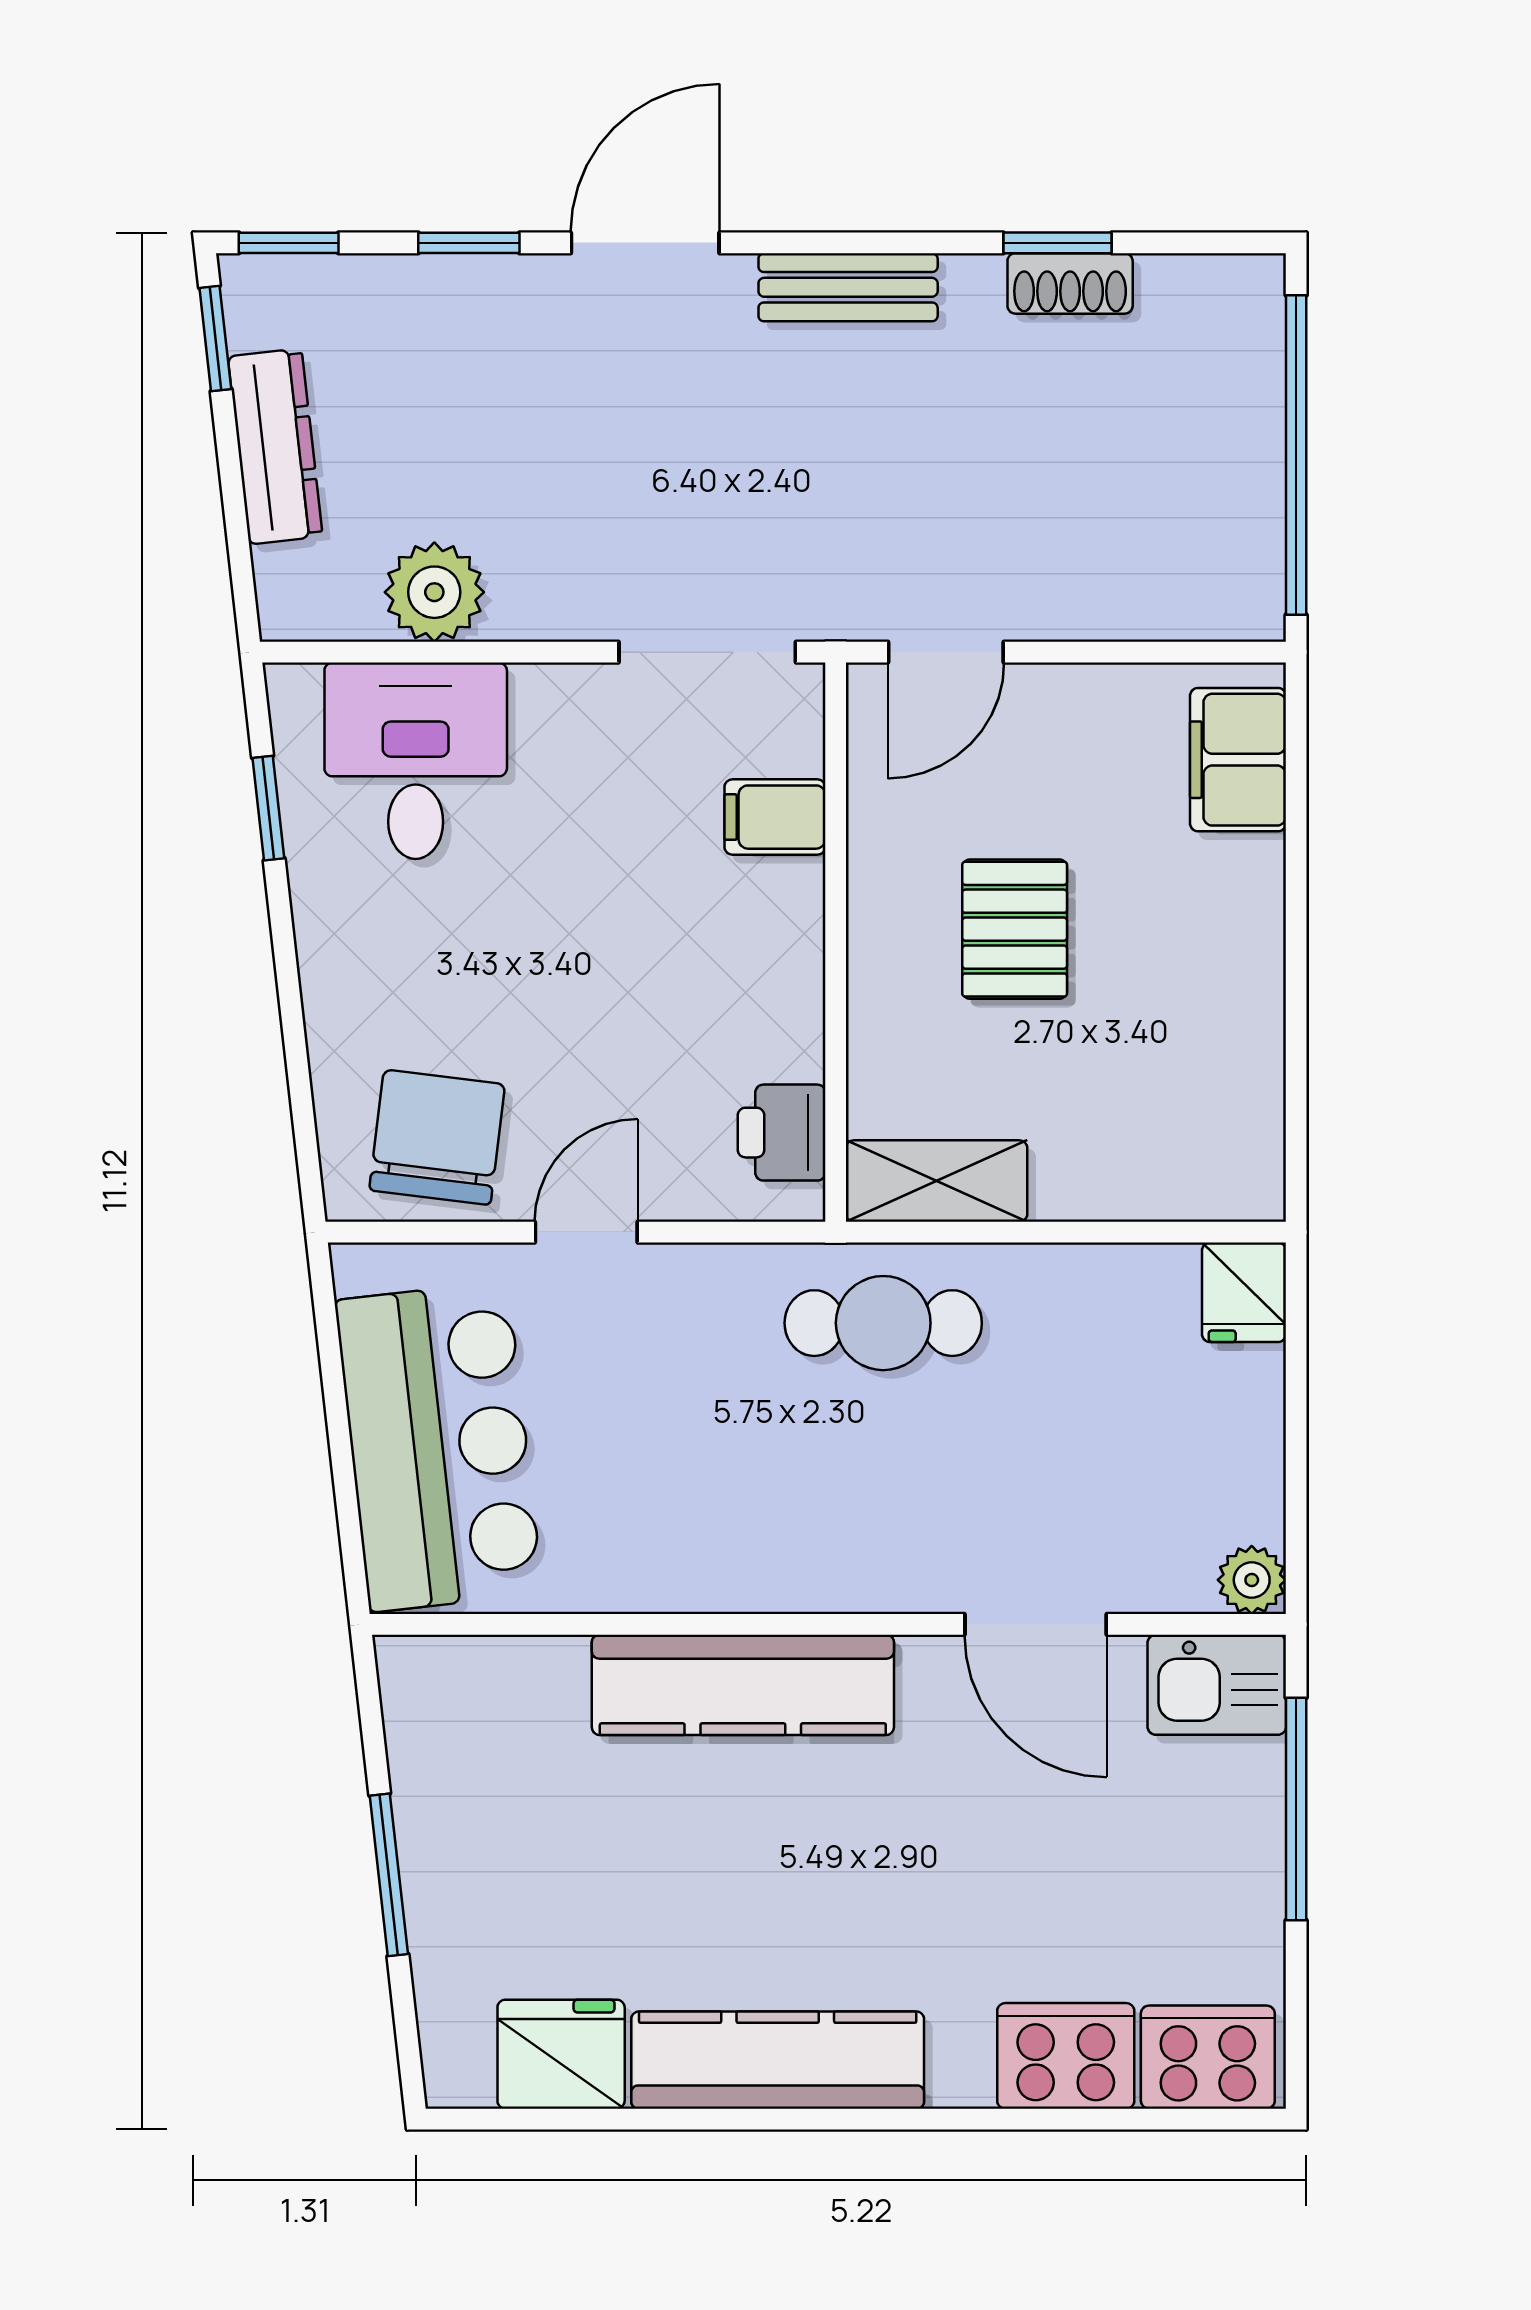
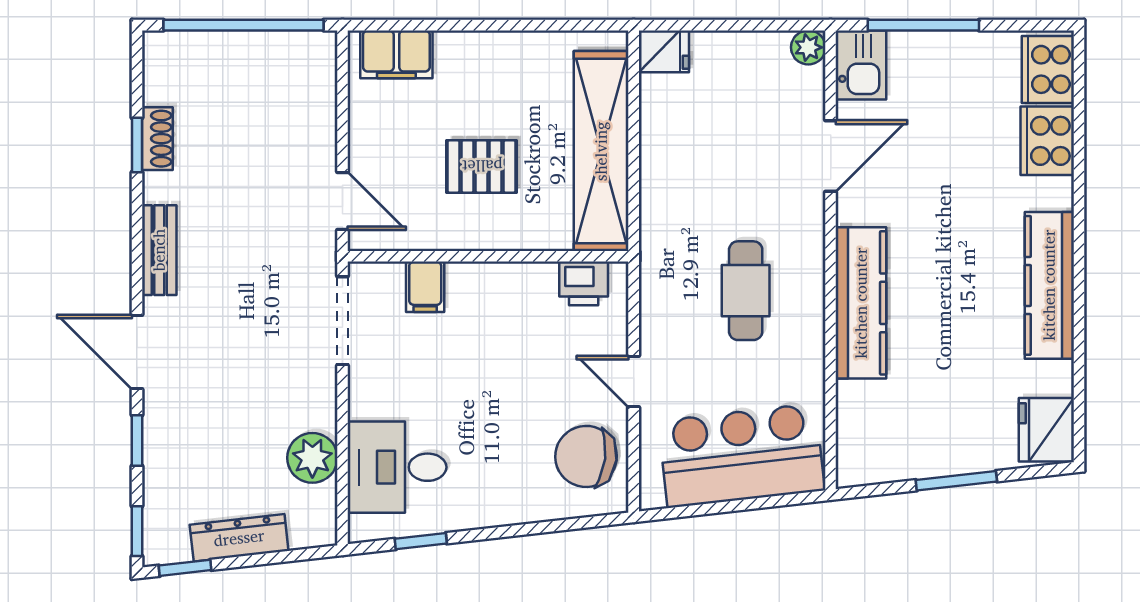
shelving: (937, 1181) -> (601, 151), width x2.20, depth x1.33
cafe table: (883, 1323) -> (746, 291), moved
fridge: (561, 2054) -> (1046, 430), moved

